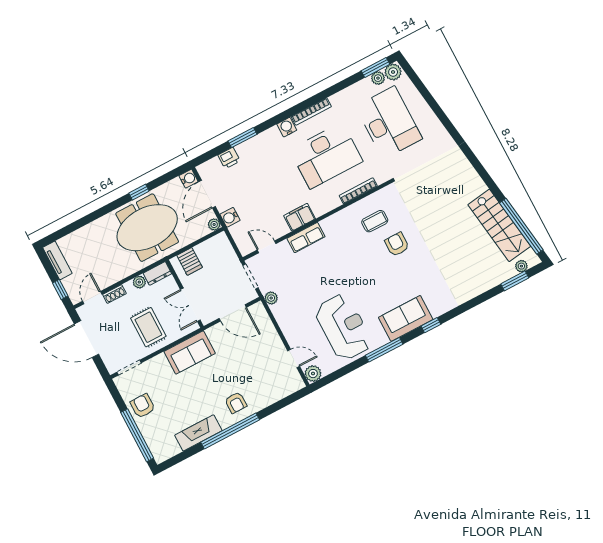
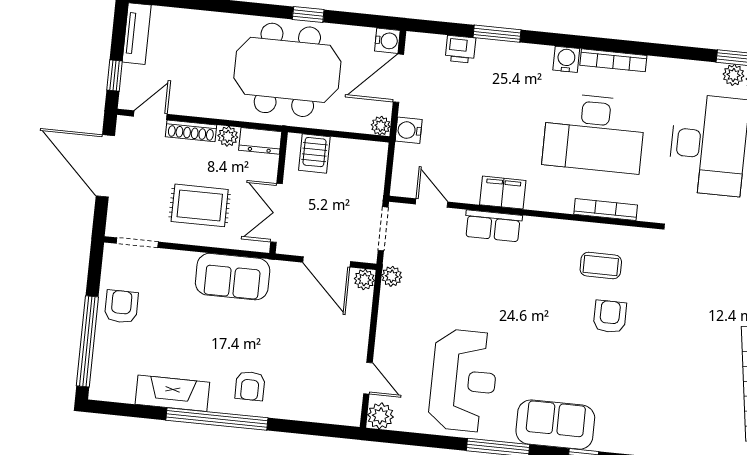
shoe rack: (114, 294) -> (191, 131), width x1.43
plant: (258, 309) -> (364, 279), added
rug: (148, 327) -> (200, 205), turned 90

